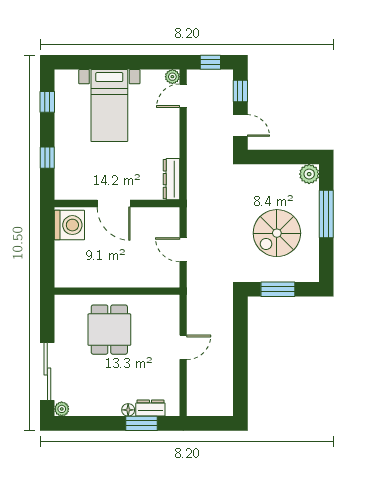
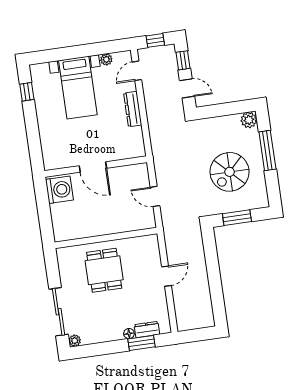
plant: (172, 77) -> (106, 59), moved
window: (47, 158) -> (33, 137), removed
dresser: (171, 179) -> (133, 109), moved

